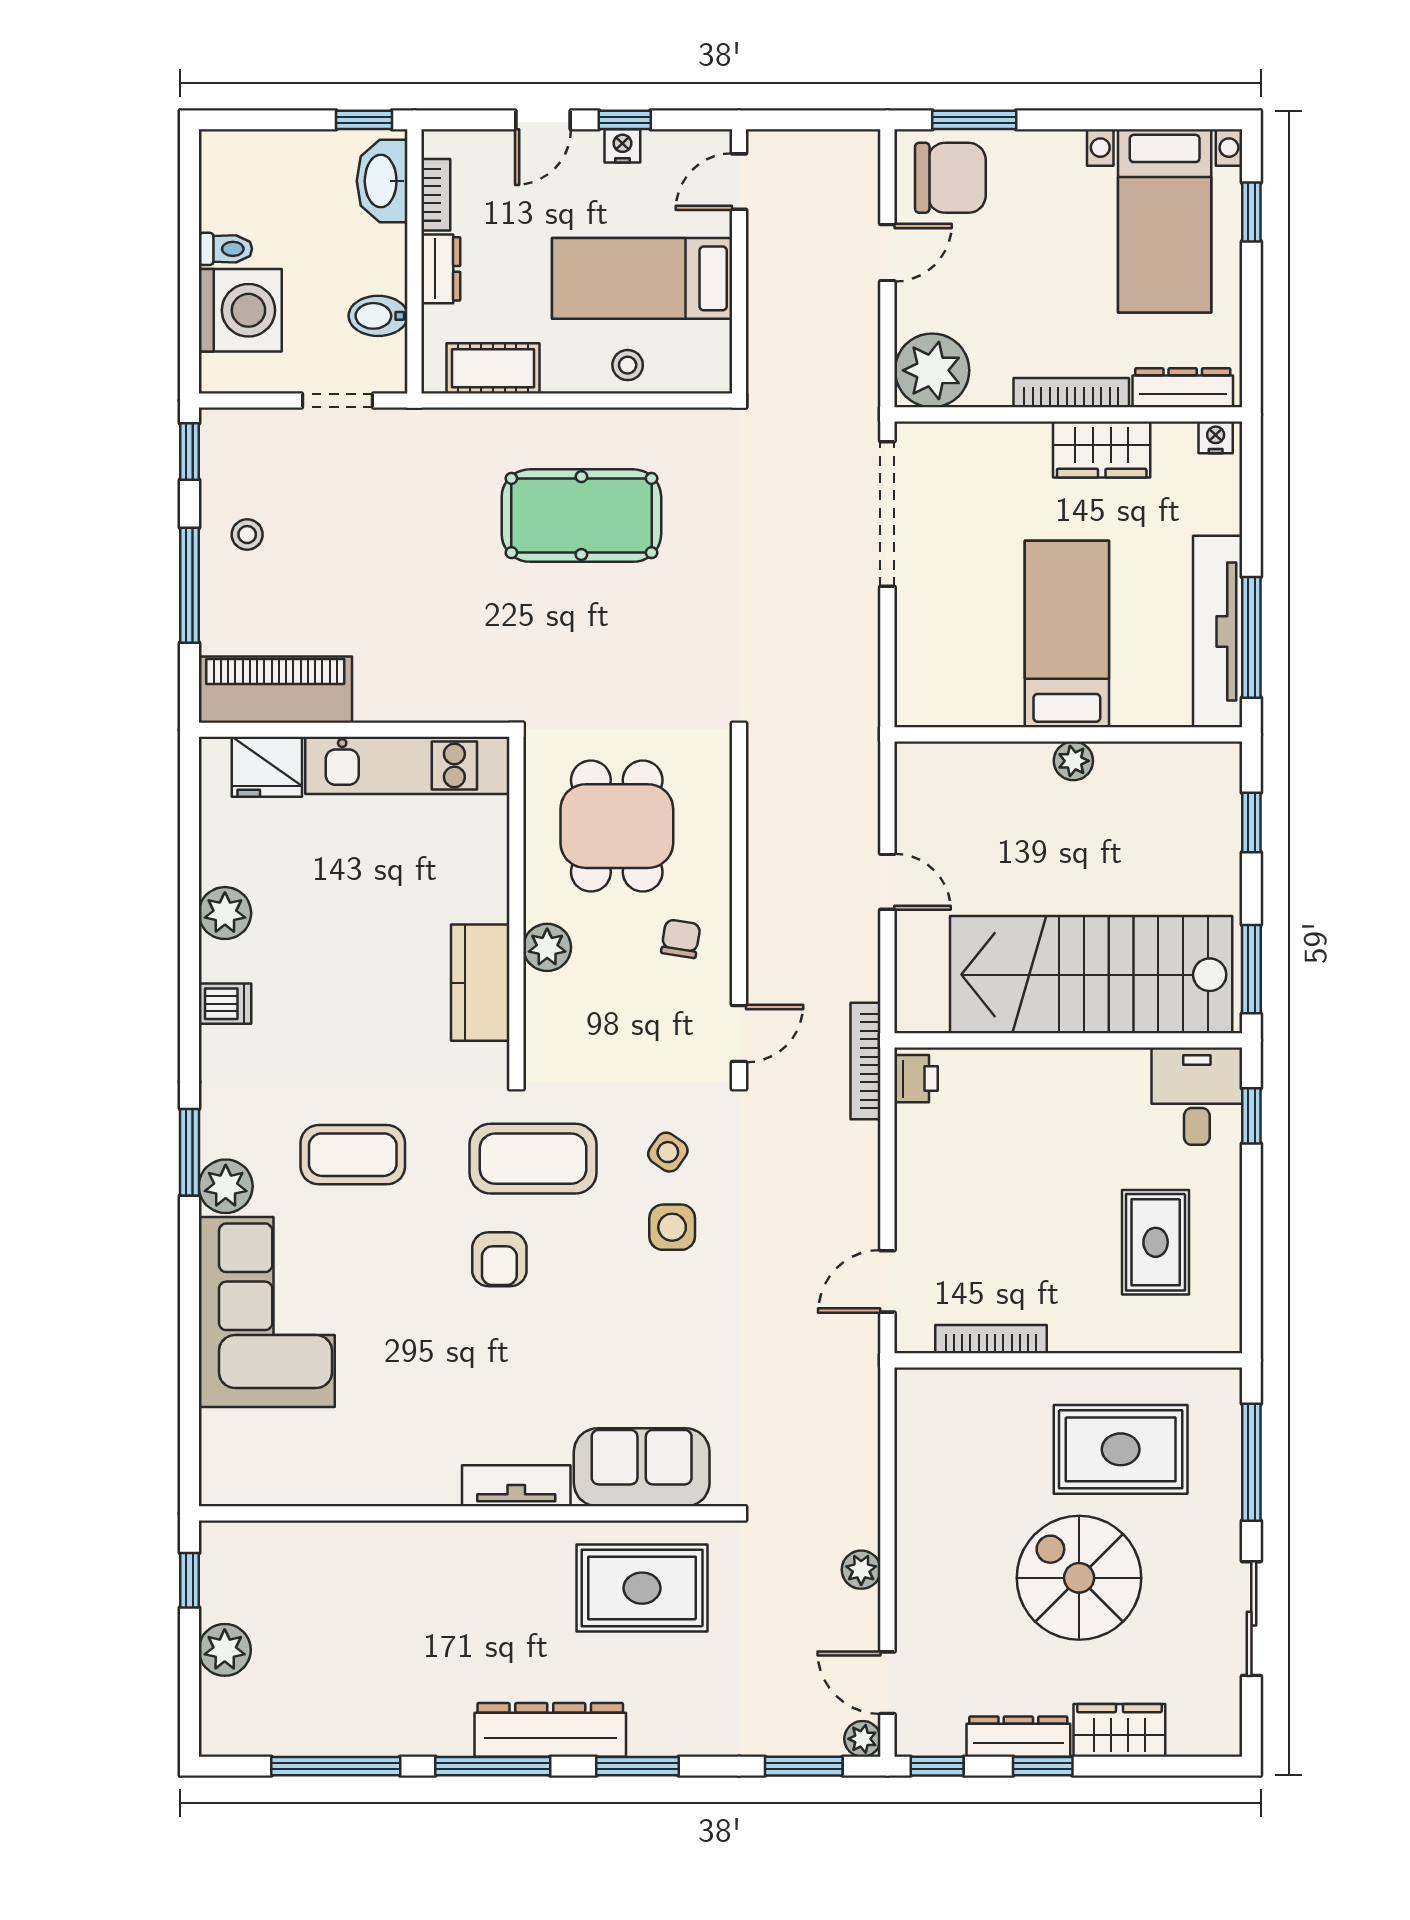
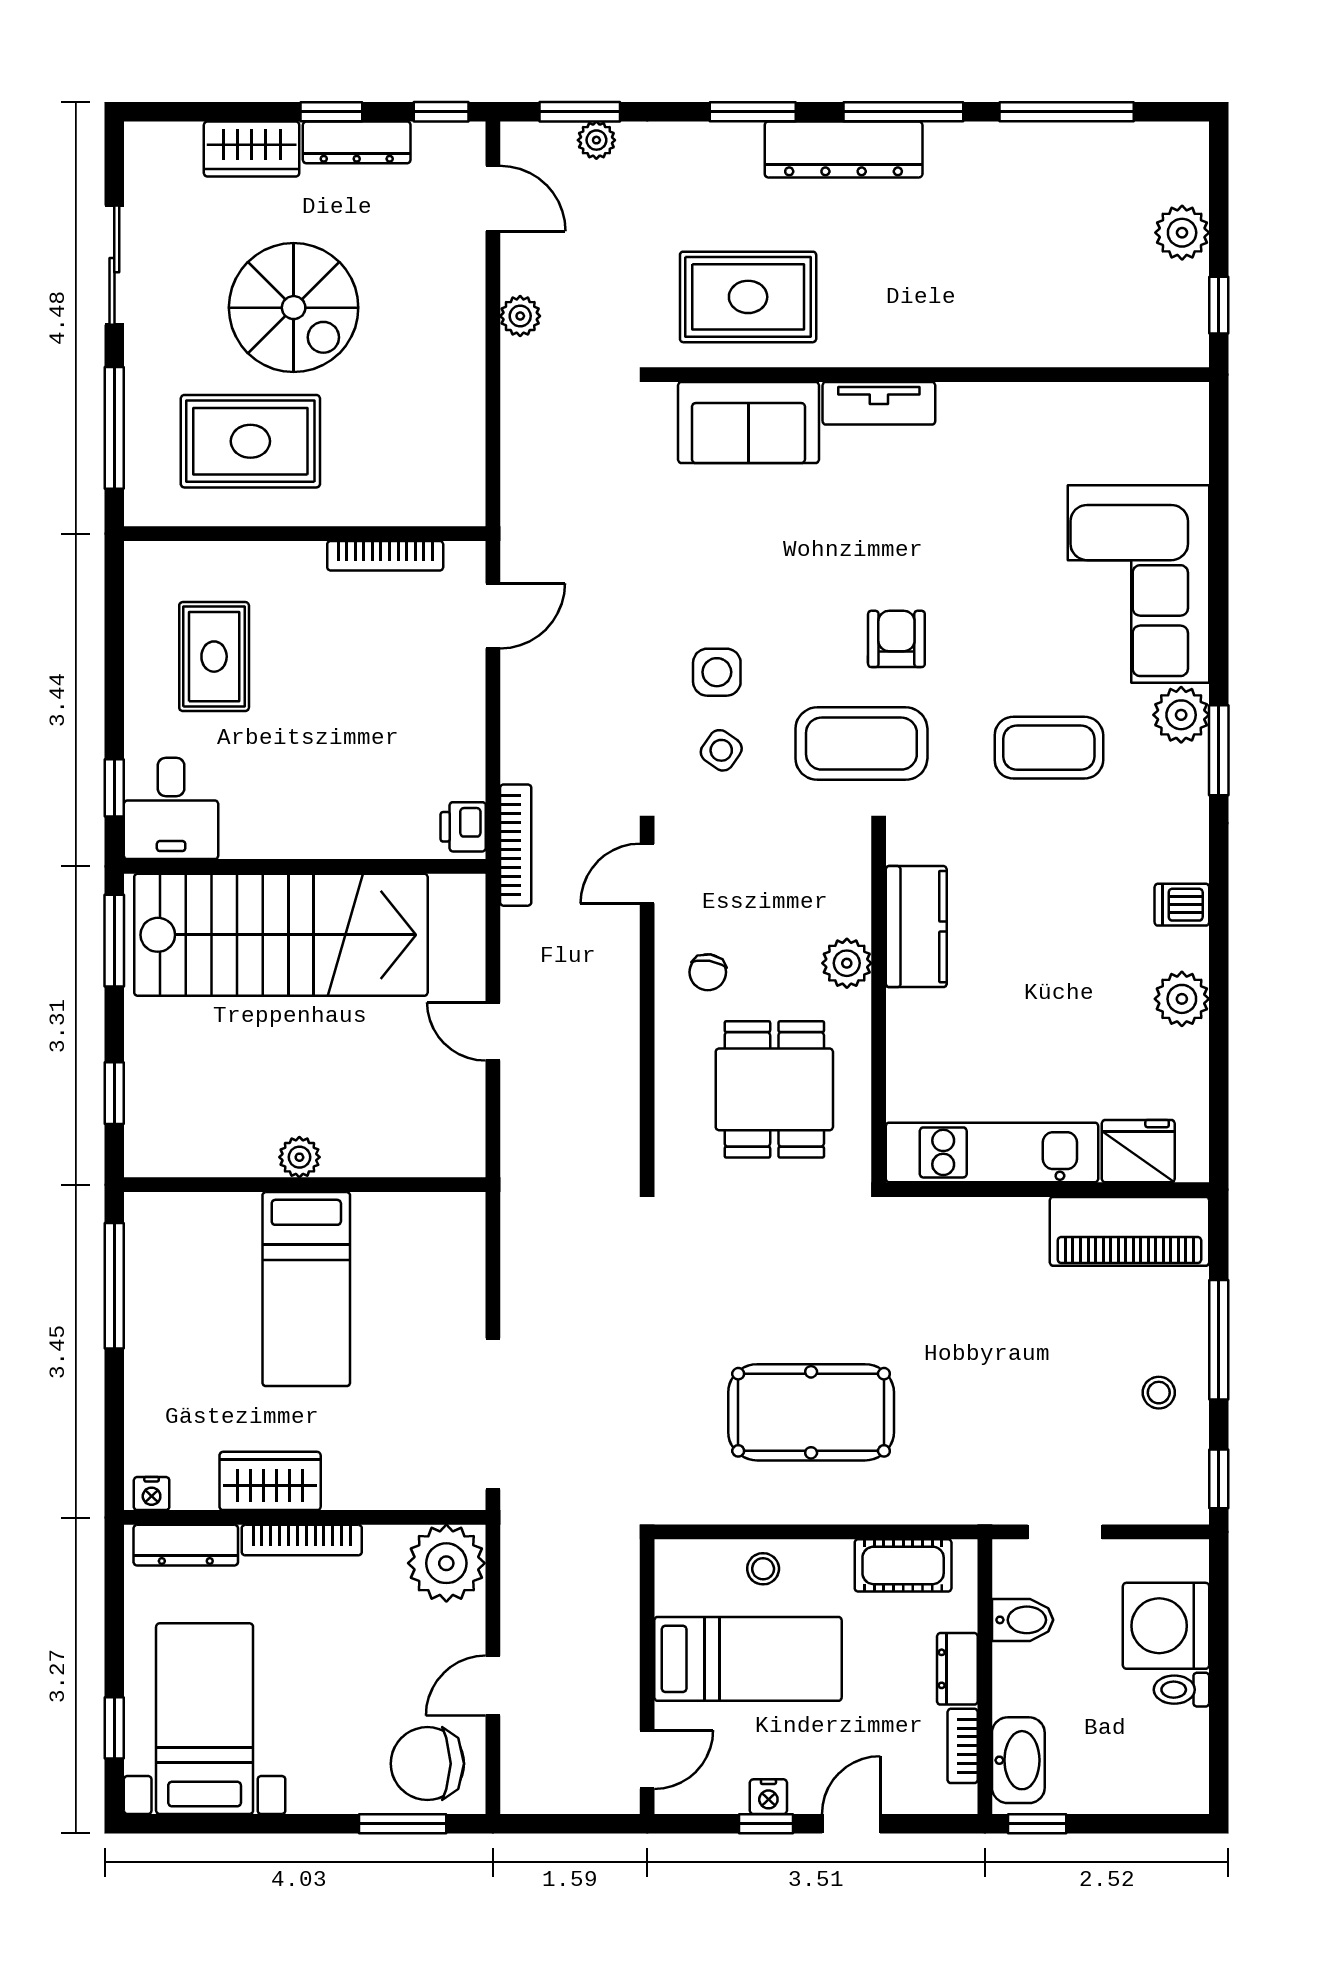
tv unit: (1218, 632) -> (150, 1292), removed
plant: (862, 1739) -> (596, 140), moved

